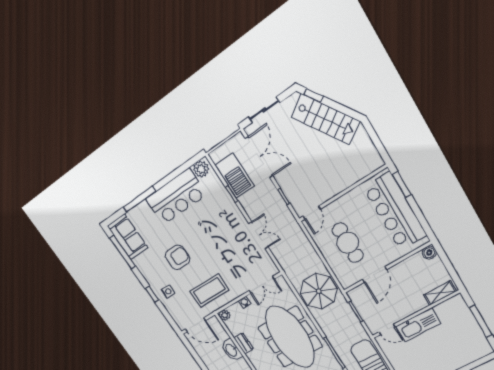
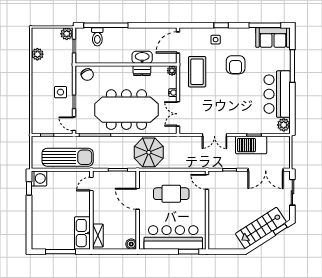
barbecue: (234, 176) -> (251, 145), moved
kitchen sink: (418, 325) -> (82, 233), moved

